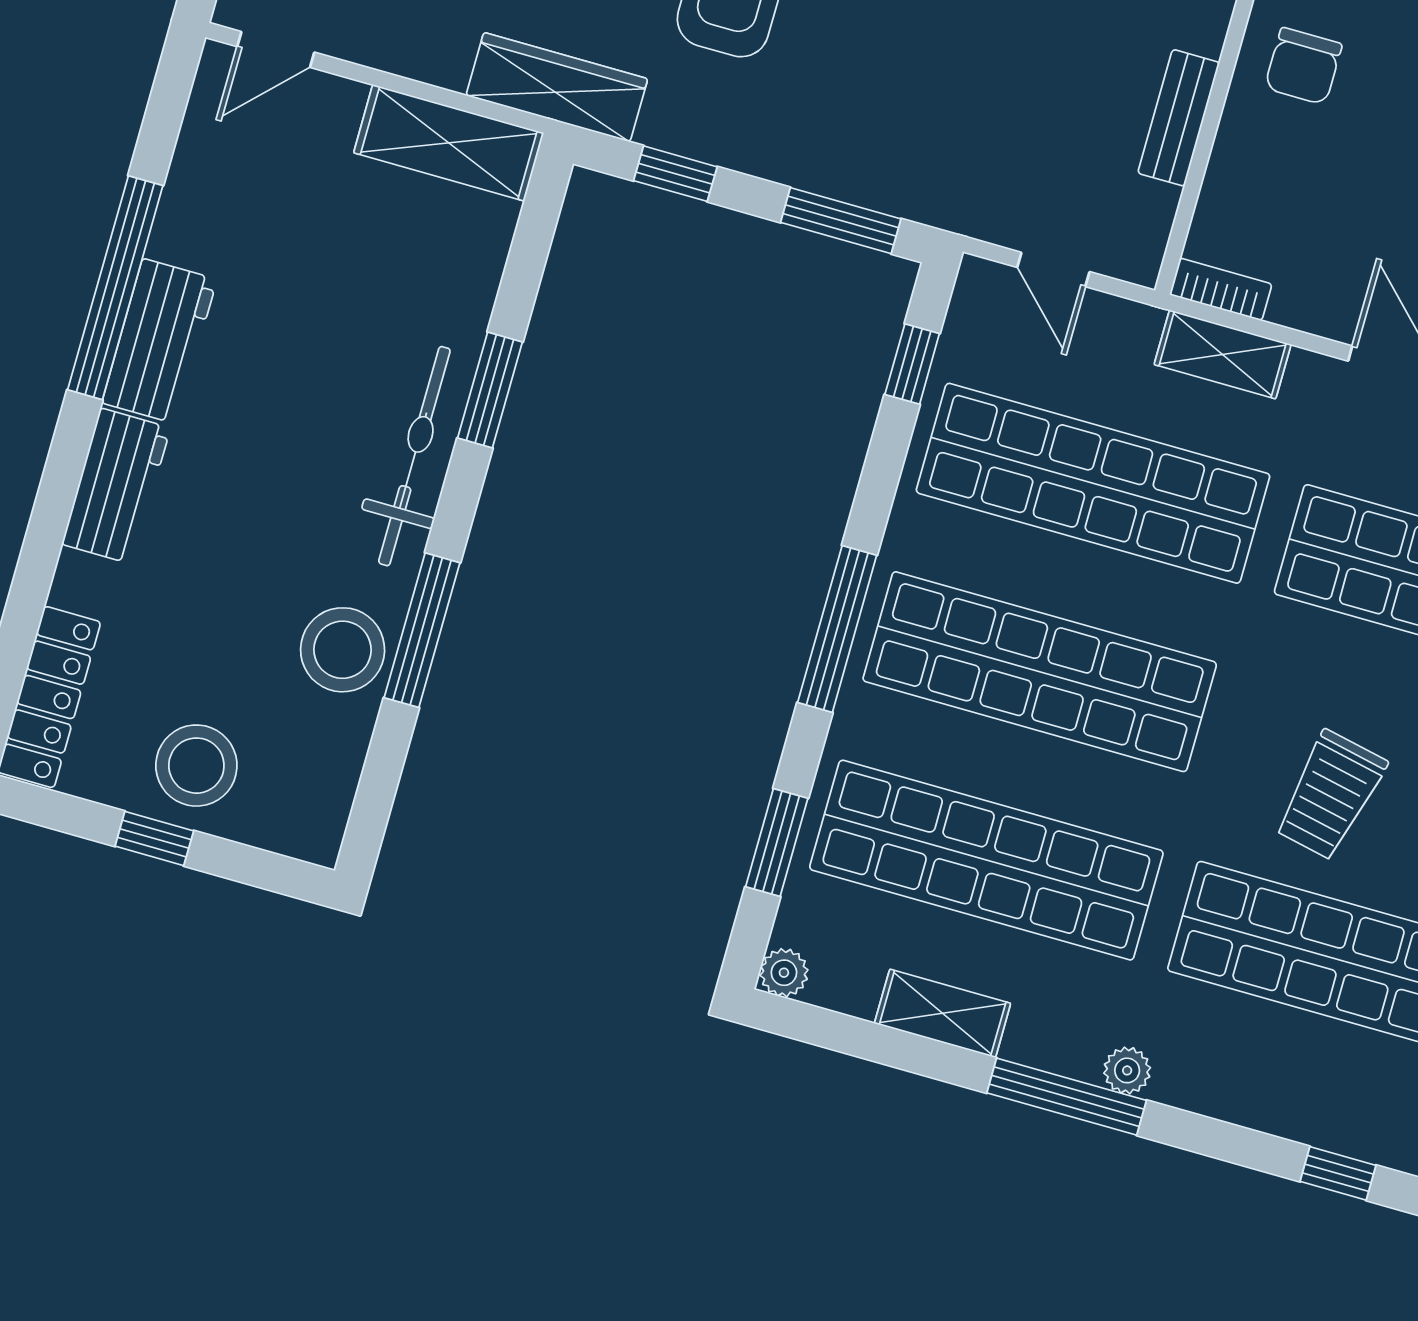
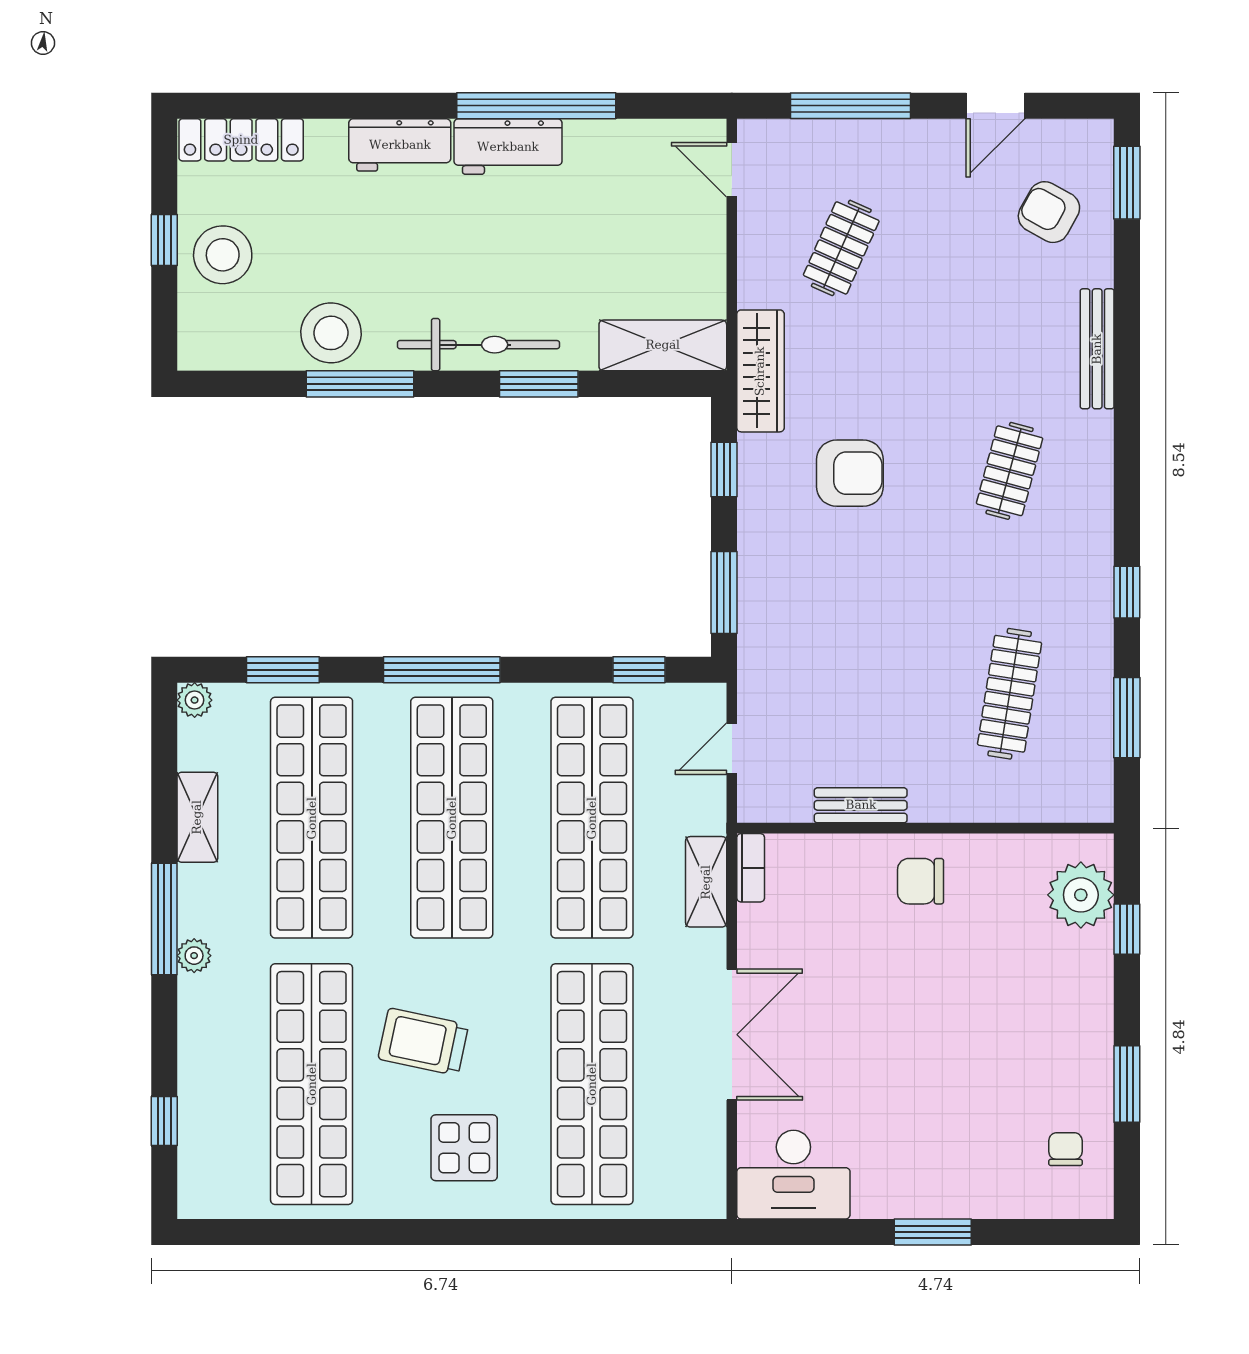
shelving: (449, 143) -> (663, 345), moved, turned 90

